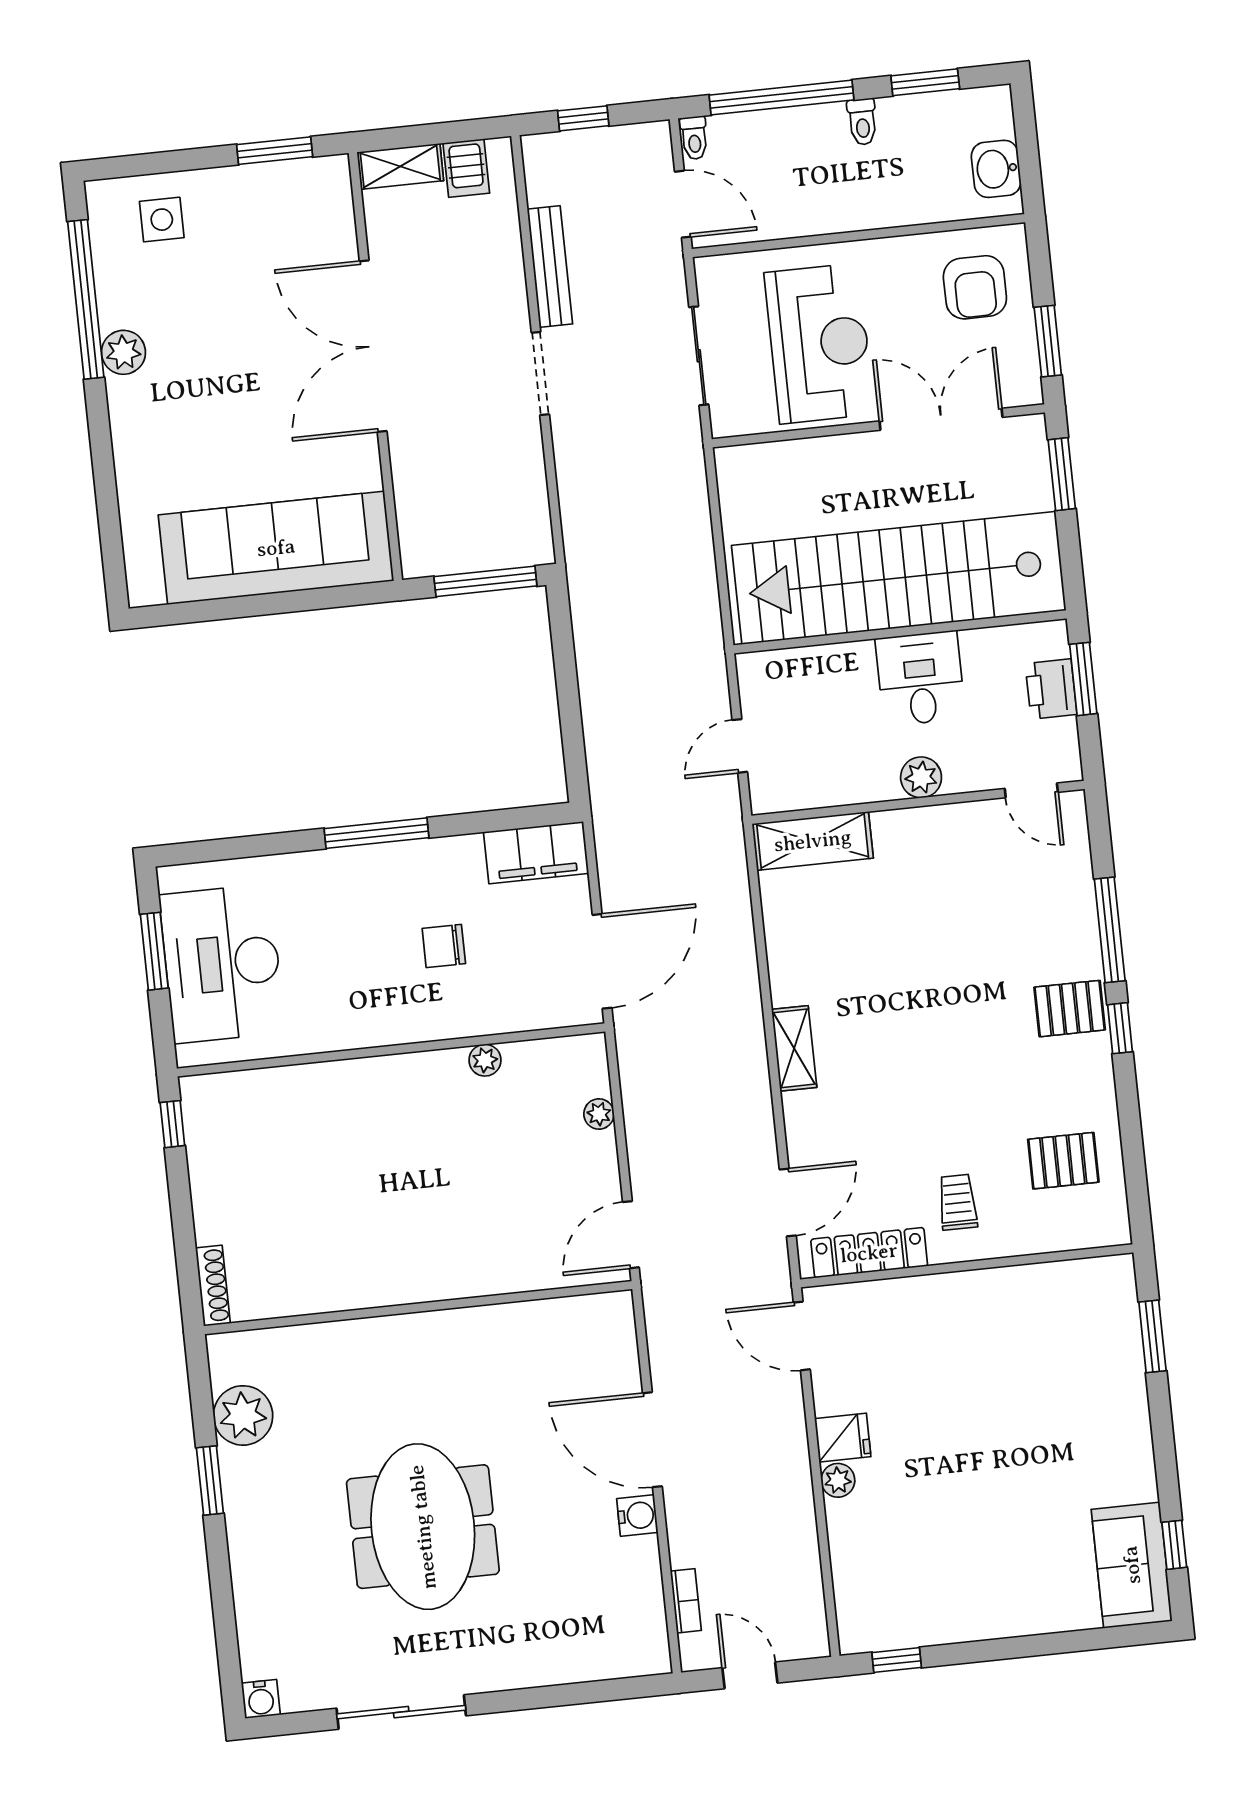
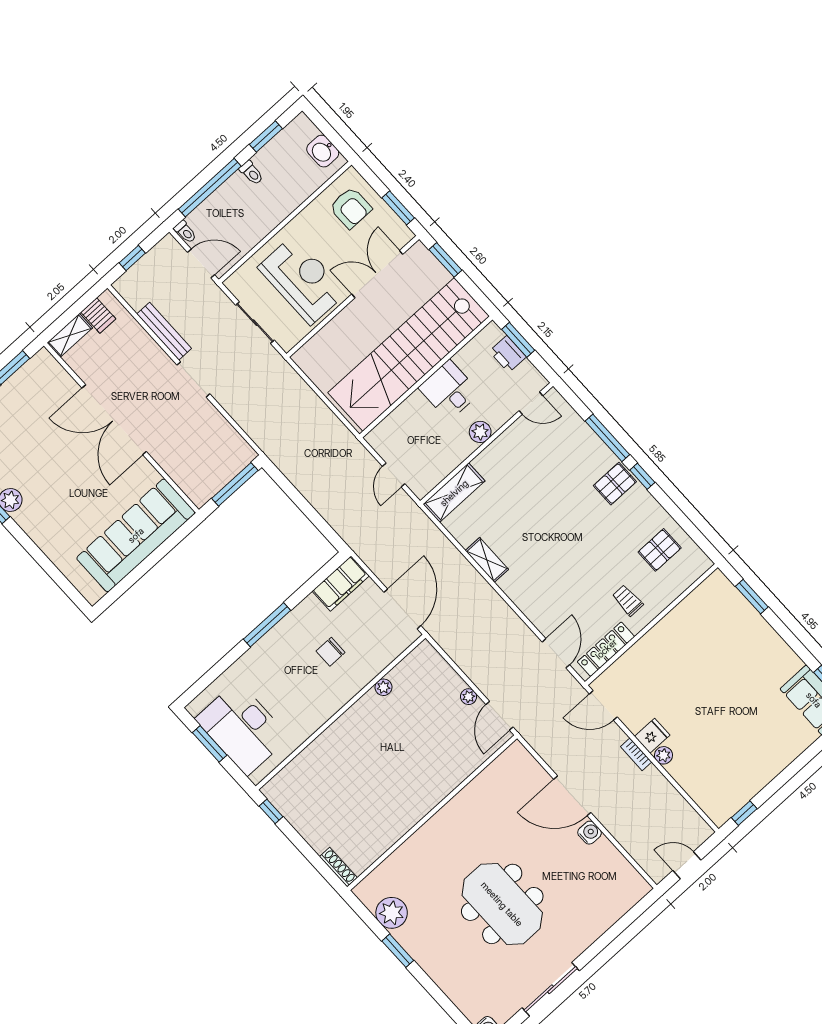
shelving: (794, 1048) -> (487, 560), moved
plant: (599, 1114) -> (469, 697), moved
bookcase: (686, 1601) -> (636, 754), moved, turned 180

